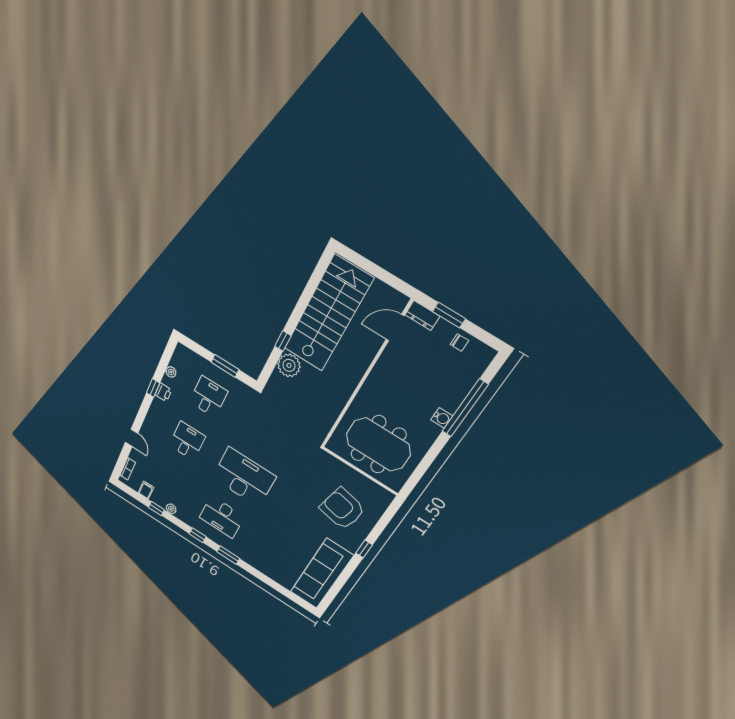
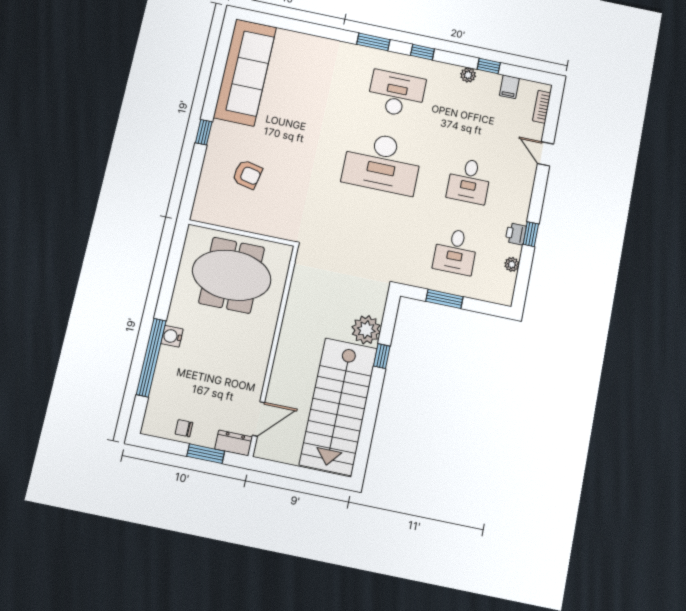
armchair: (342, 509) -> (247, 174), width x0.53, depth x0.53

